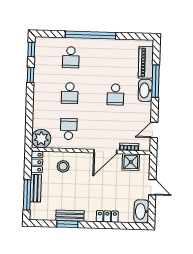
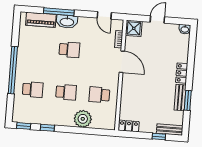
plant: (41, 139) -> (83, 119), moved
shower: (131, 162) -> (134, 28), moved
stool: (63, 166) -> (134, 102), removed
bench: (36, 188) -> (170, 130), moved
window: (27, 195) -> (159, 137), width x0.46
washbasin: (141, 211) -> (185, 29), width x0.52, depth x0.69
locker: (107, 216) -> (182, 73), moved

